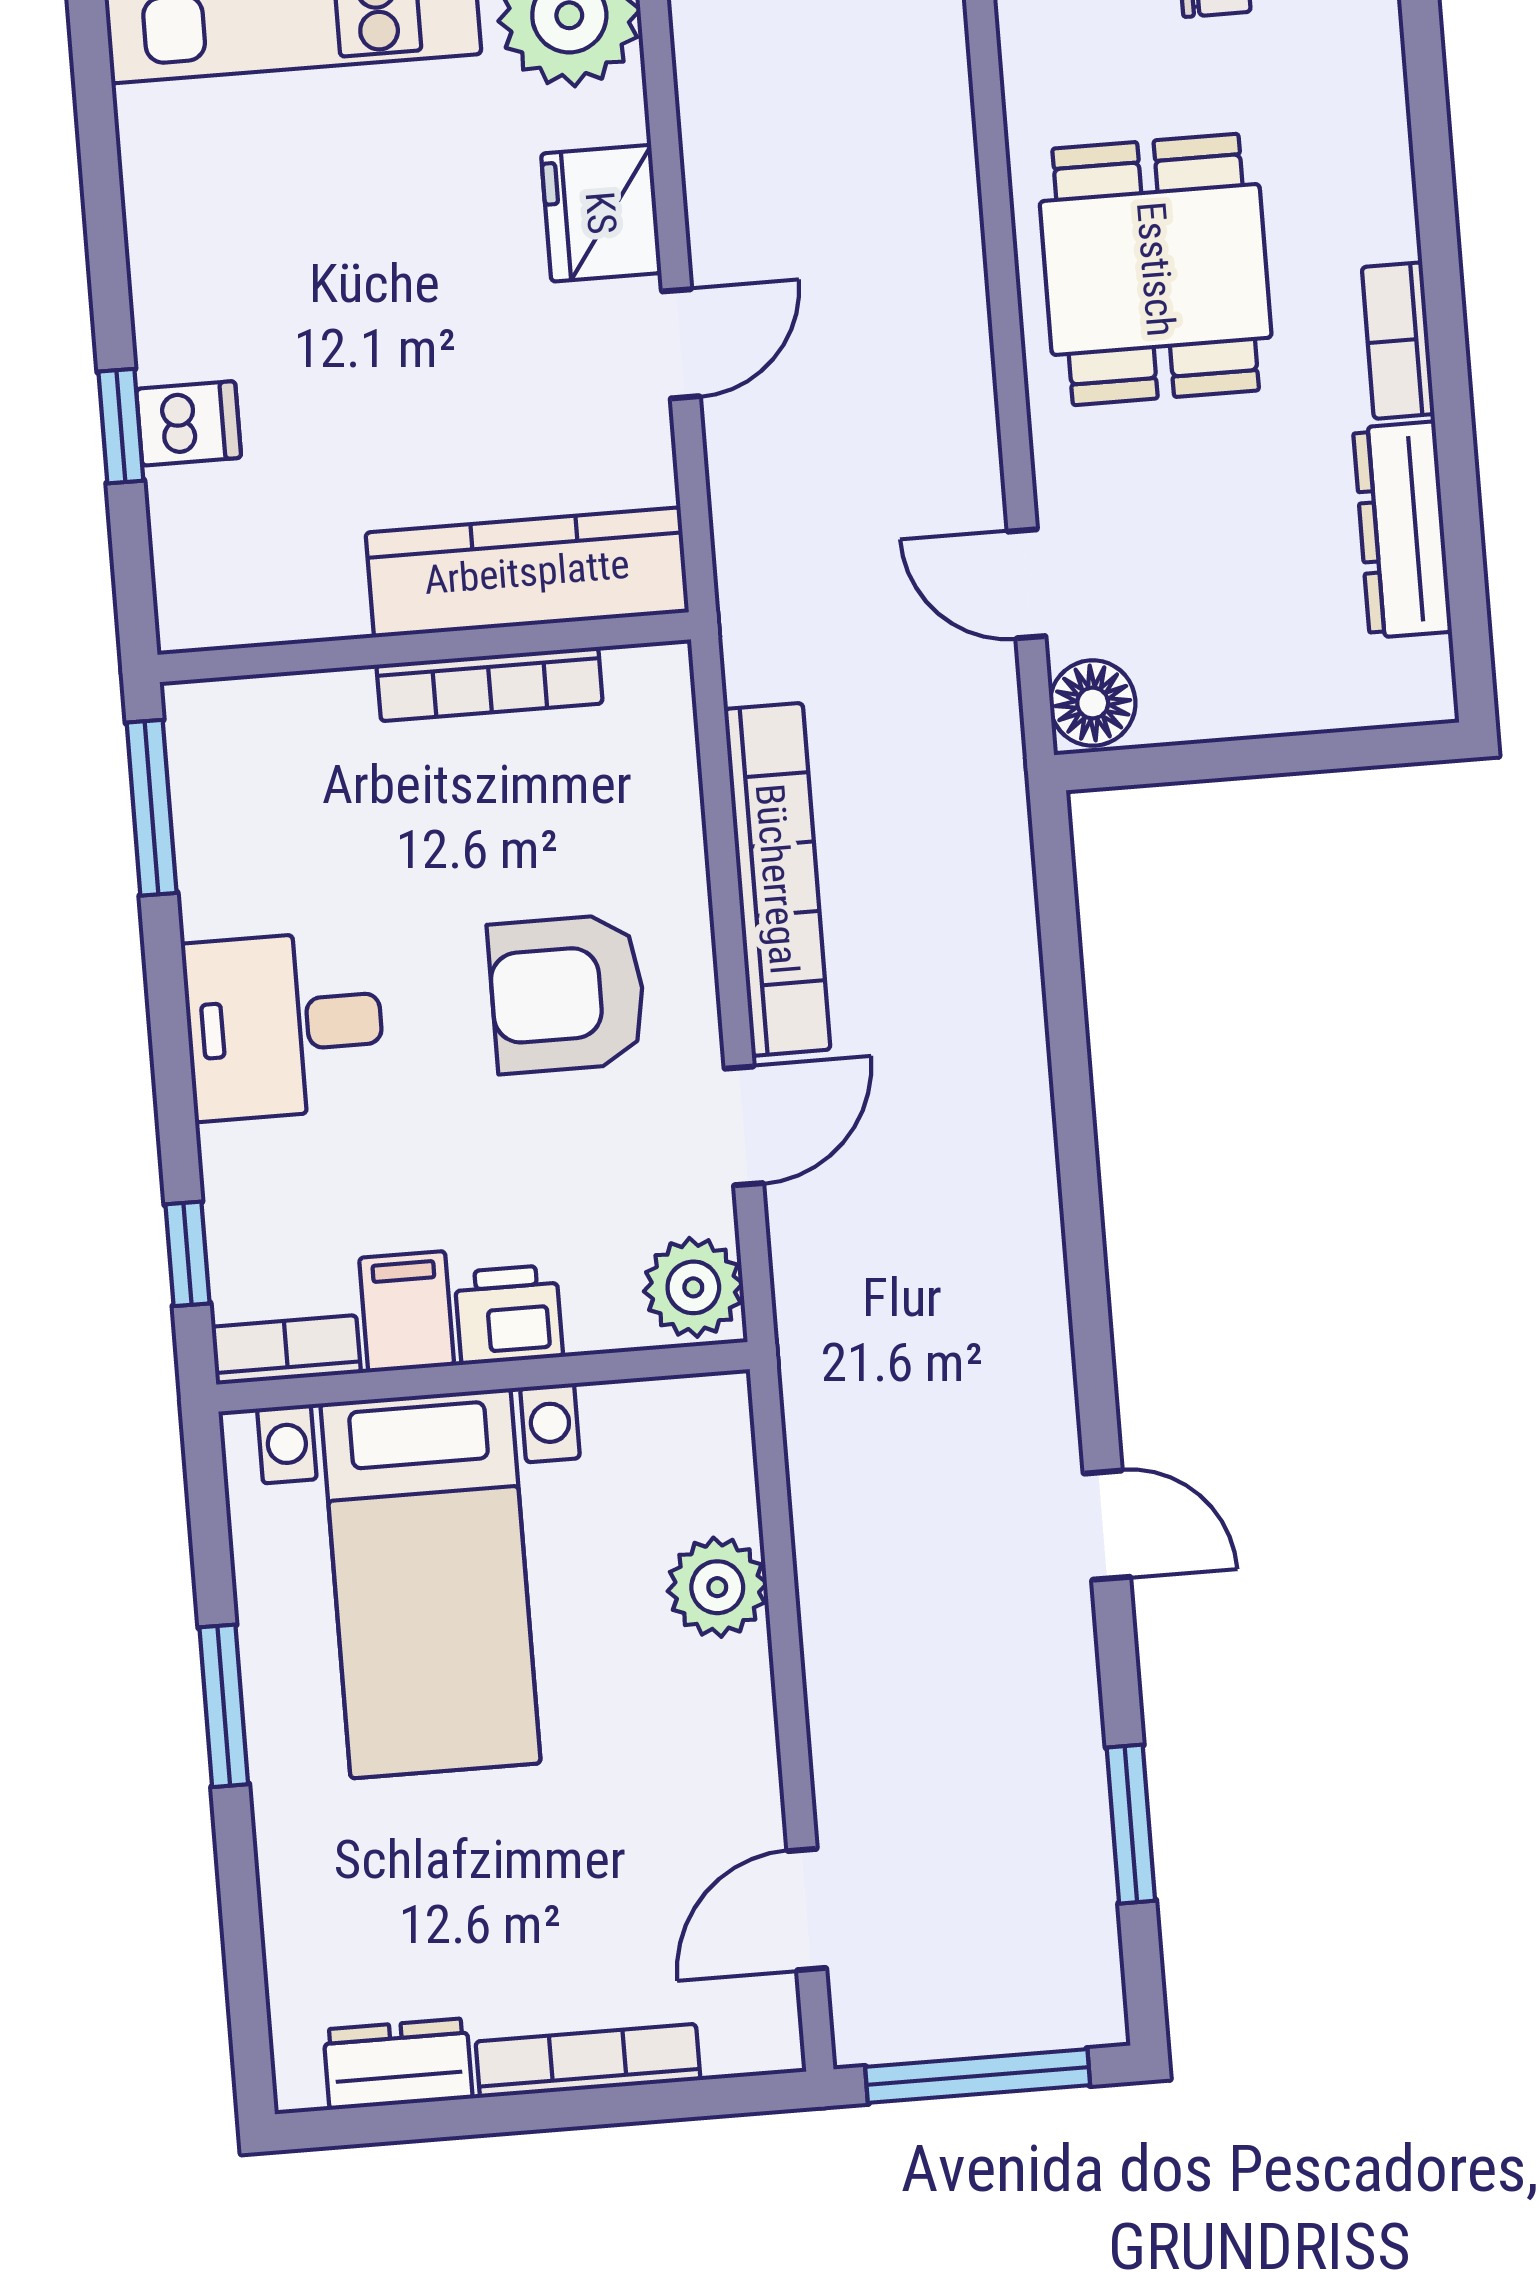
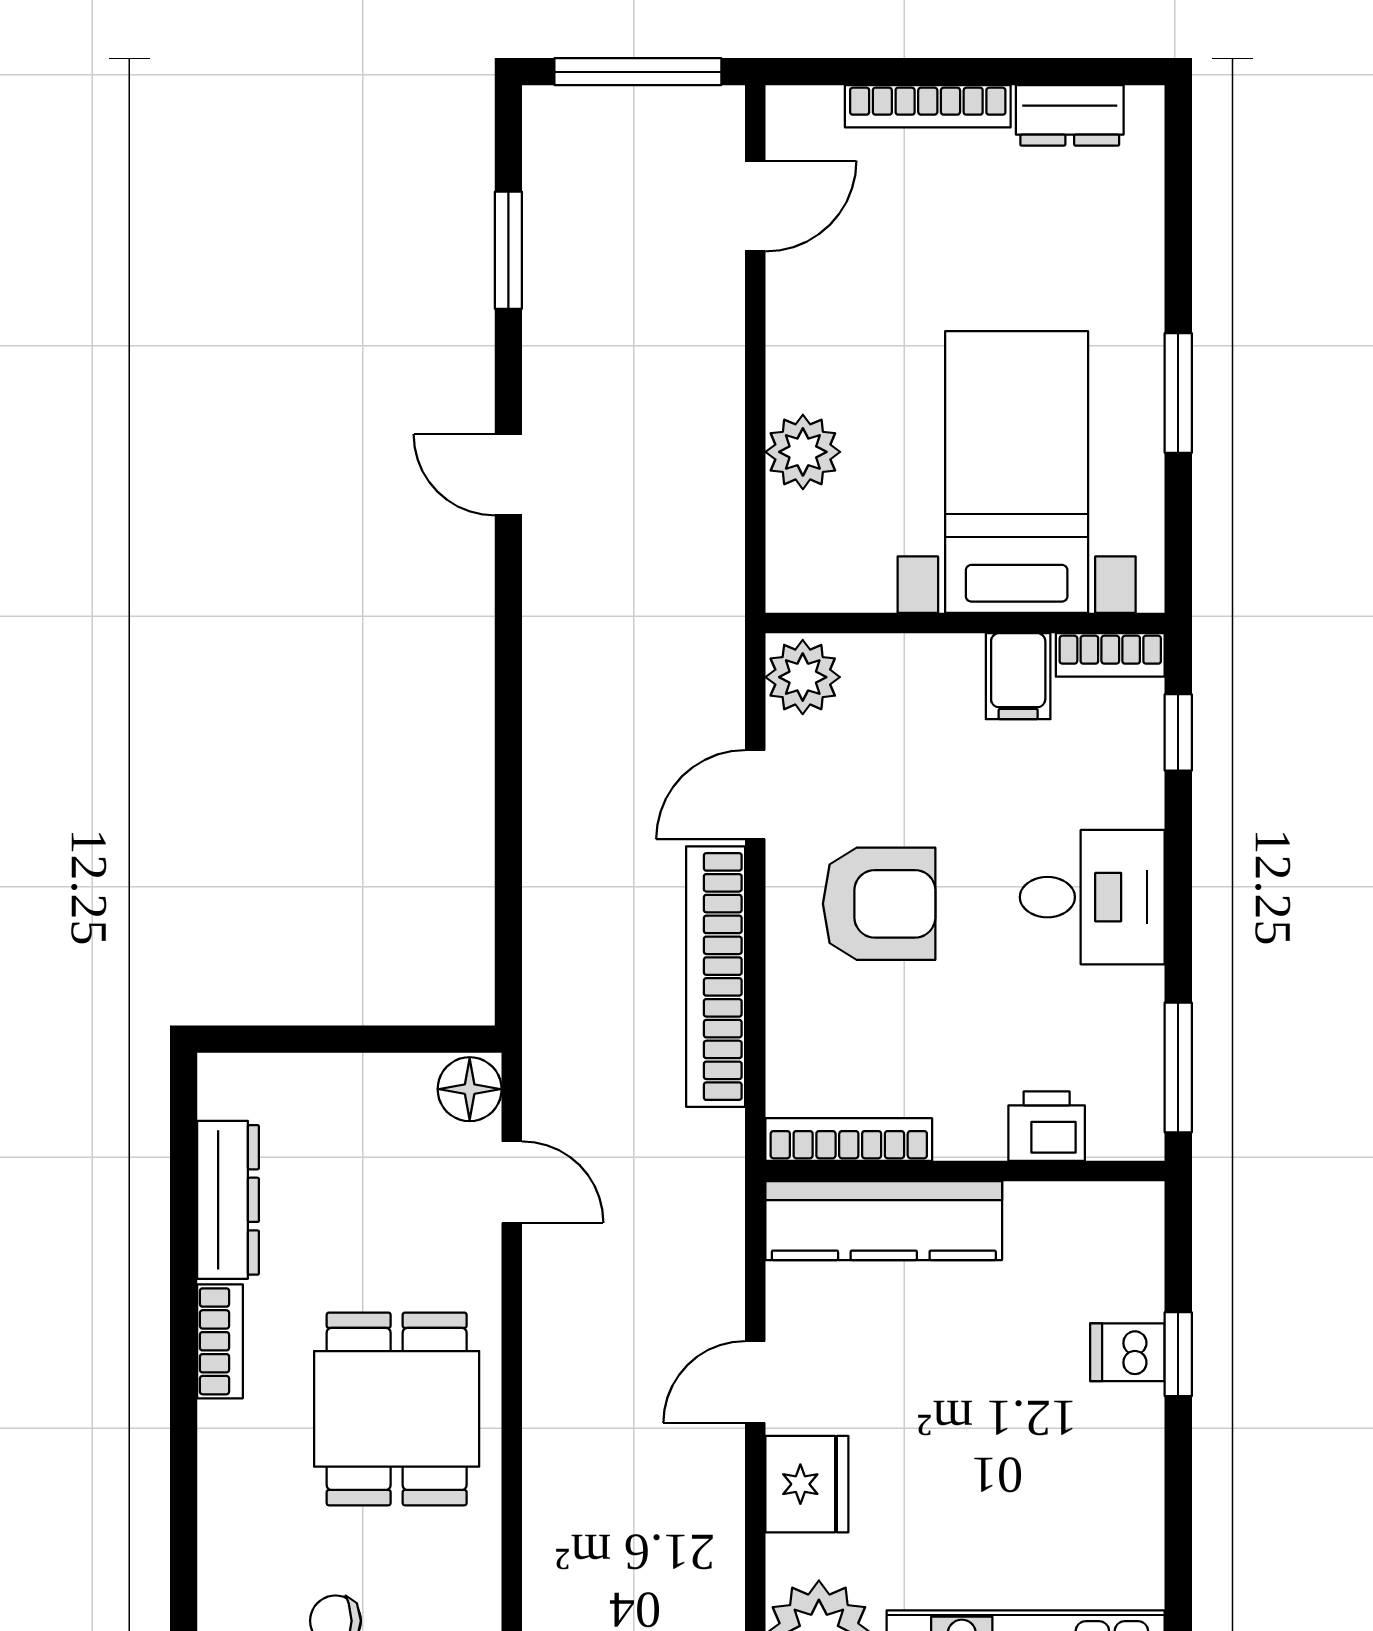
bookcase: (490, 684) -> (849, 1140), moved
printer: (509, 1315) -> (1047, 1126), moved, turned 180

